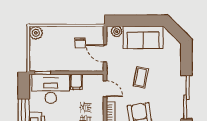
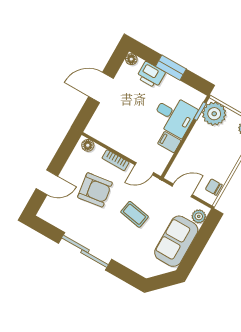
chair: (80, 43) -> (214, 187), moved
plant: (39, 62) -> (214, 114), added
desk: (51, 89) -> (174, 116), width x0.73

